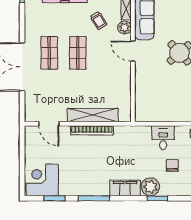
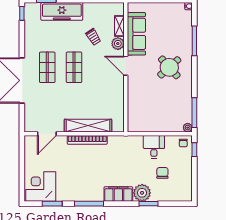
door: (49, 124) -> (47, 134), hinge flipped

